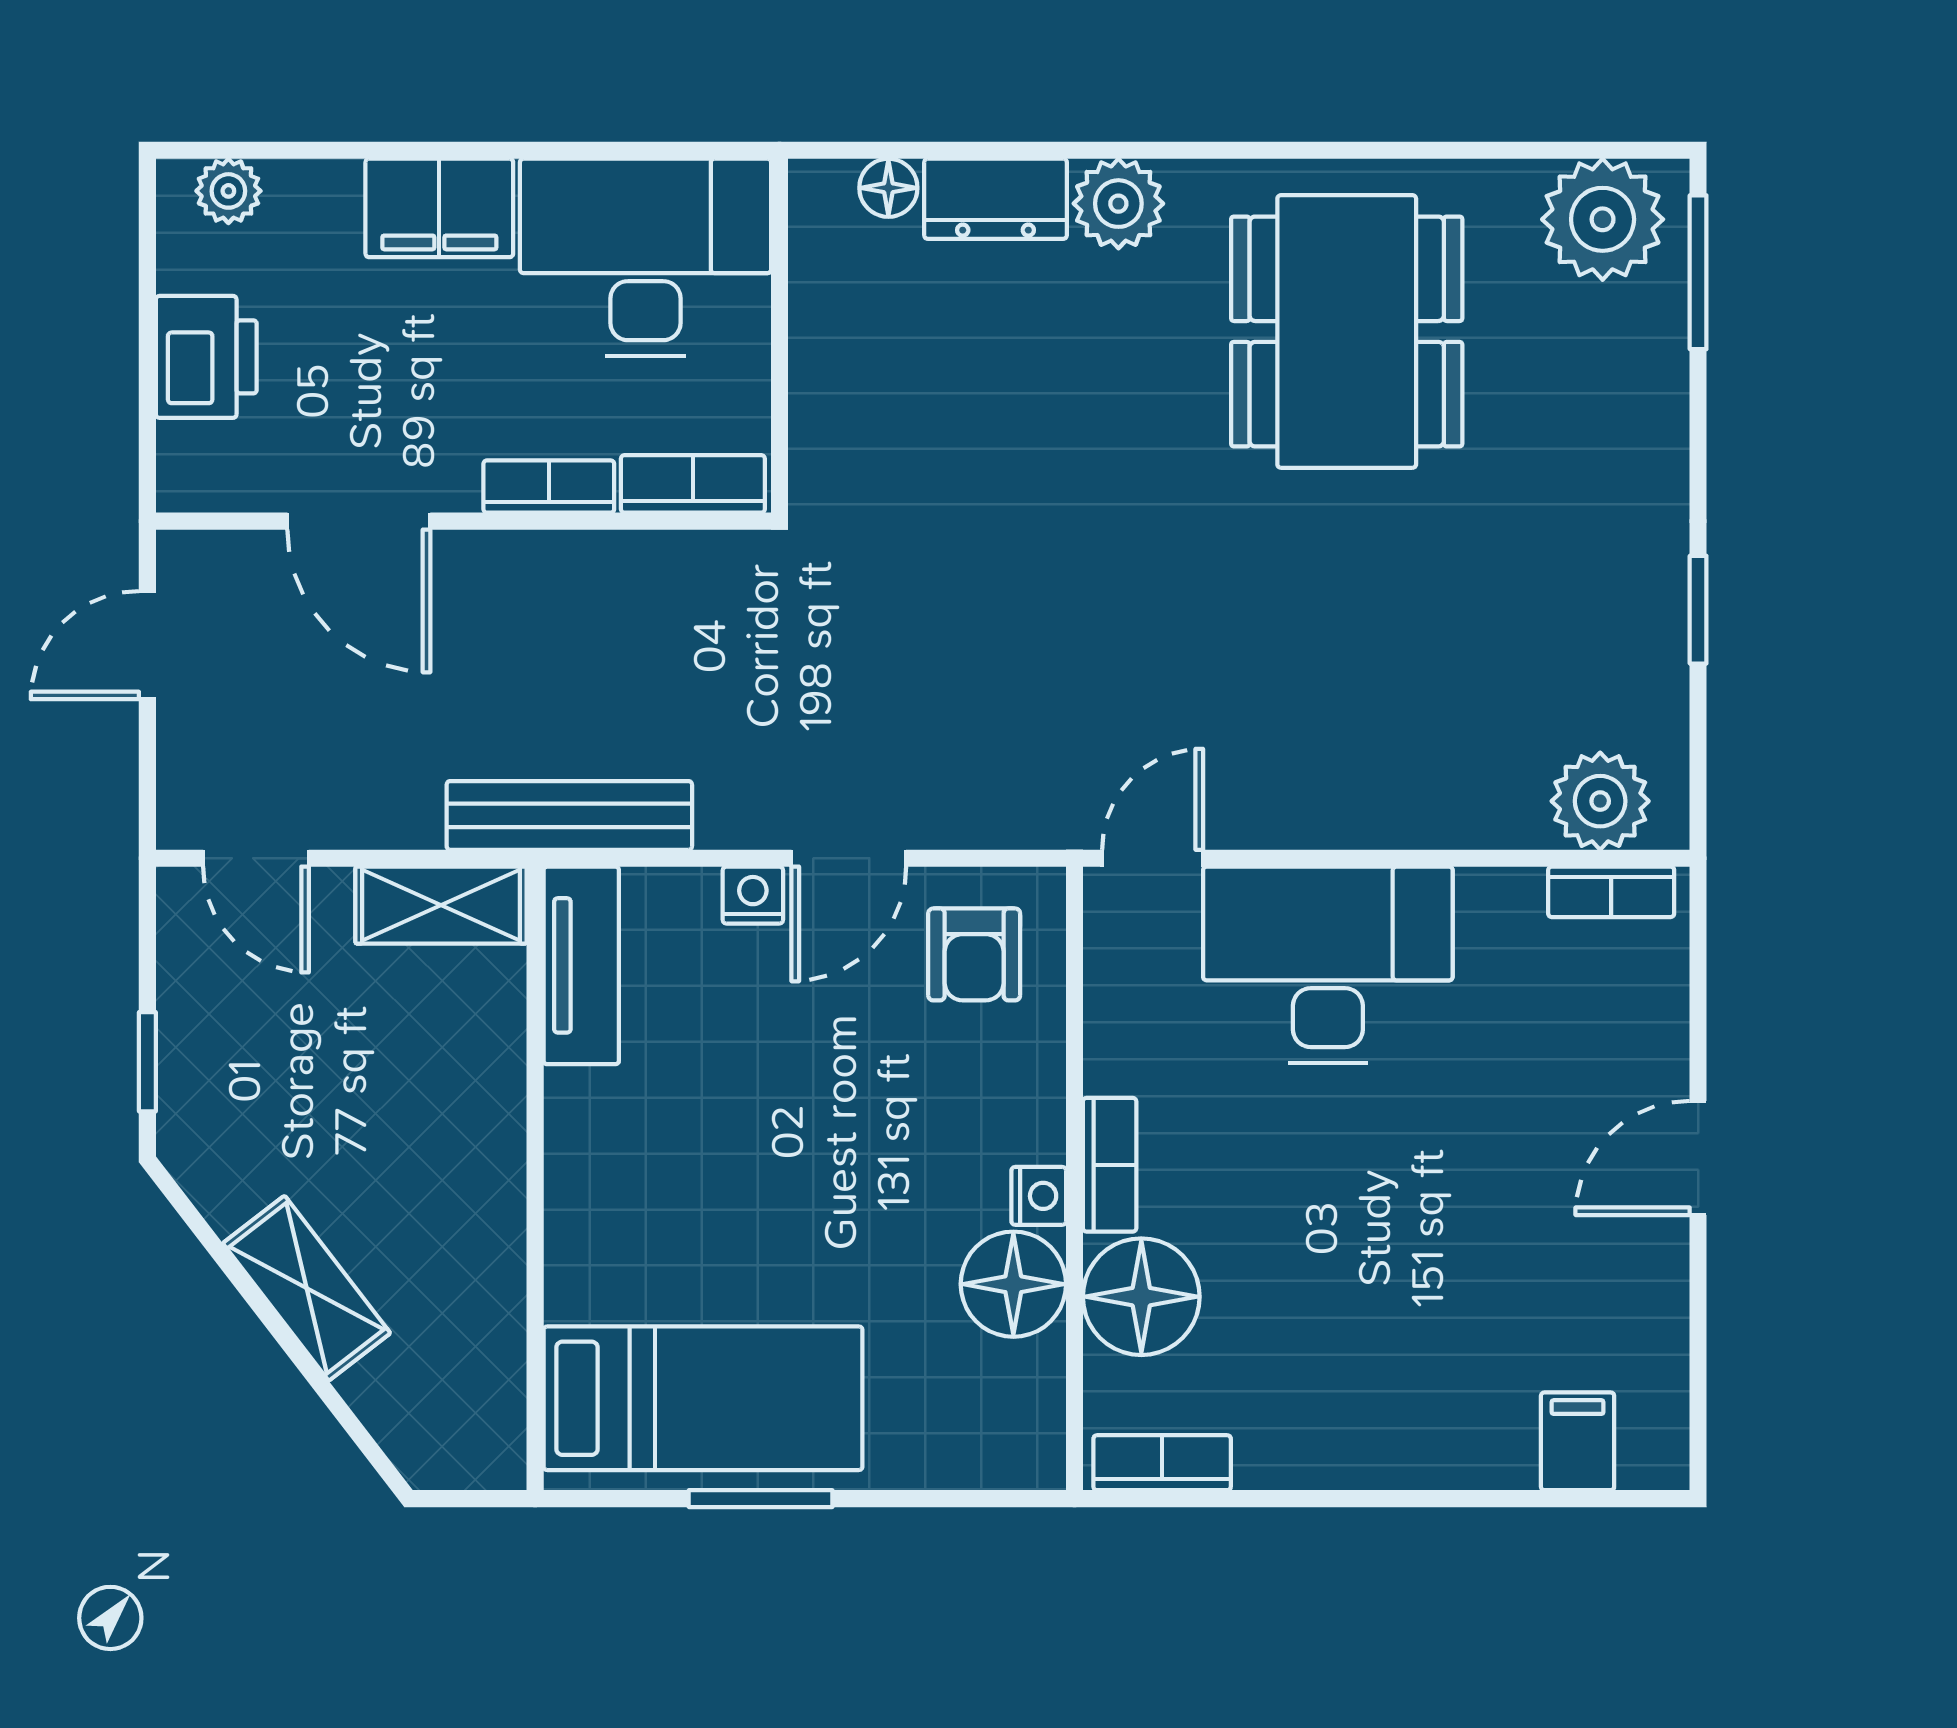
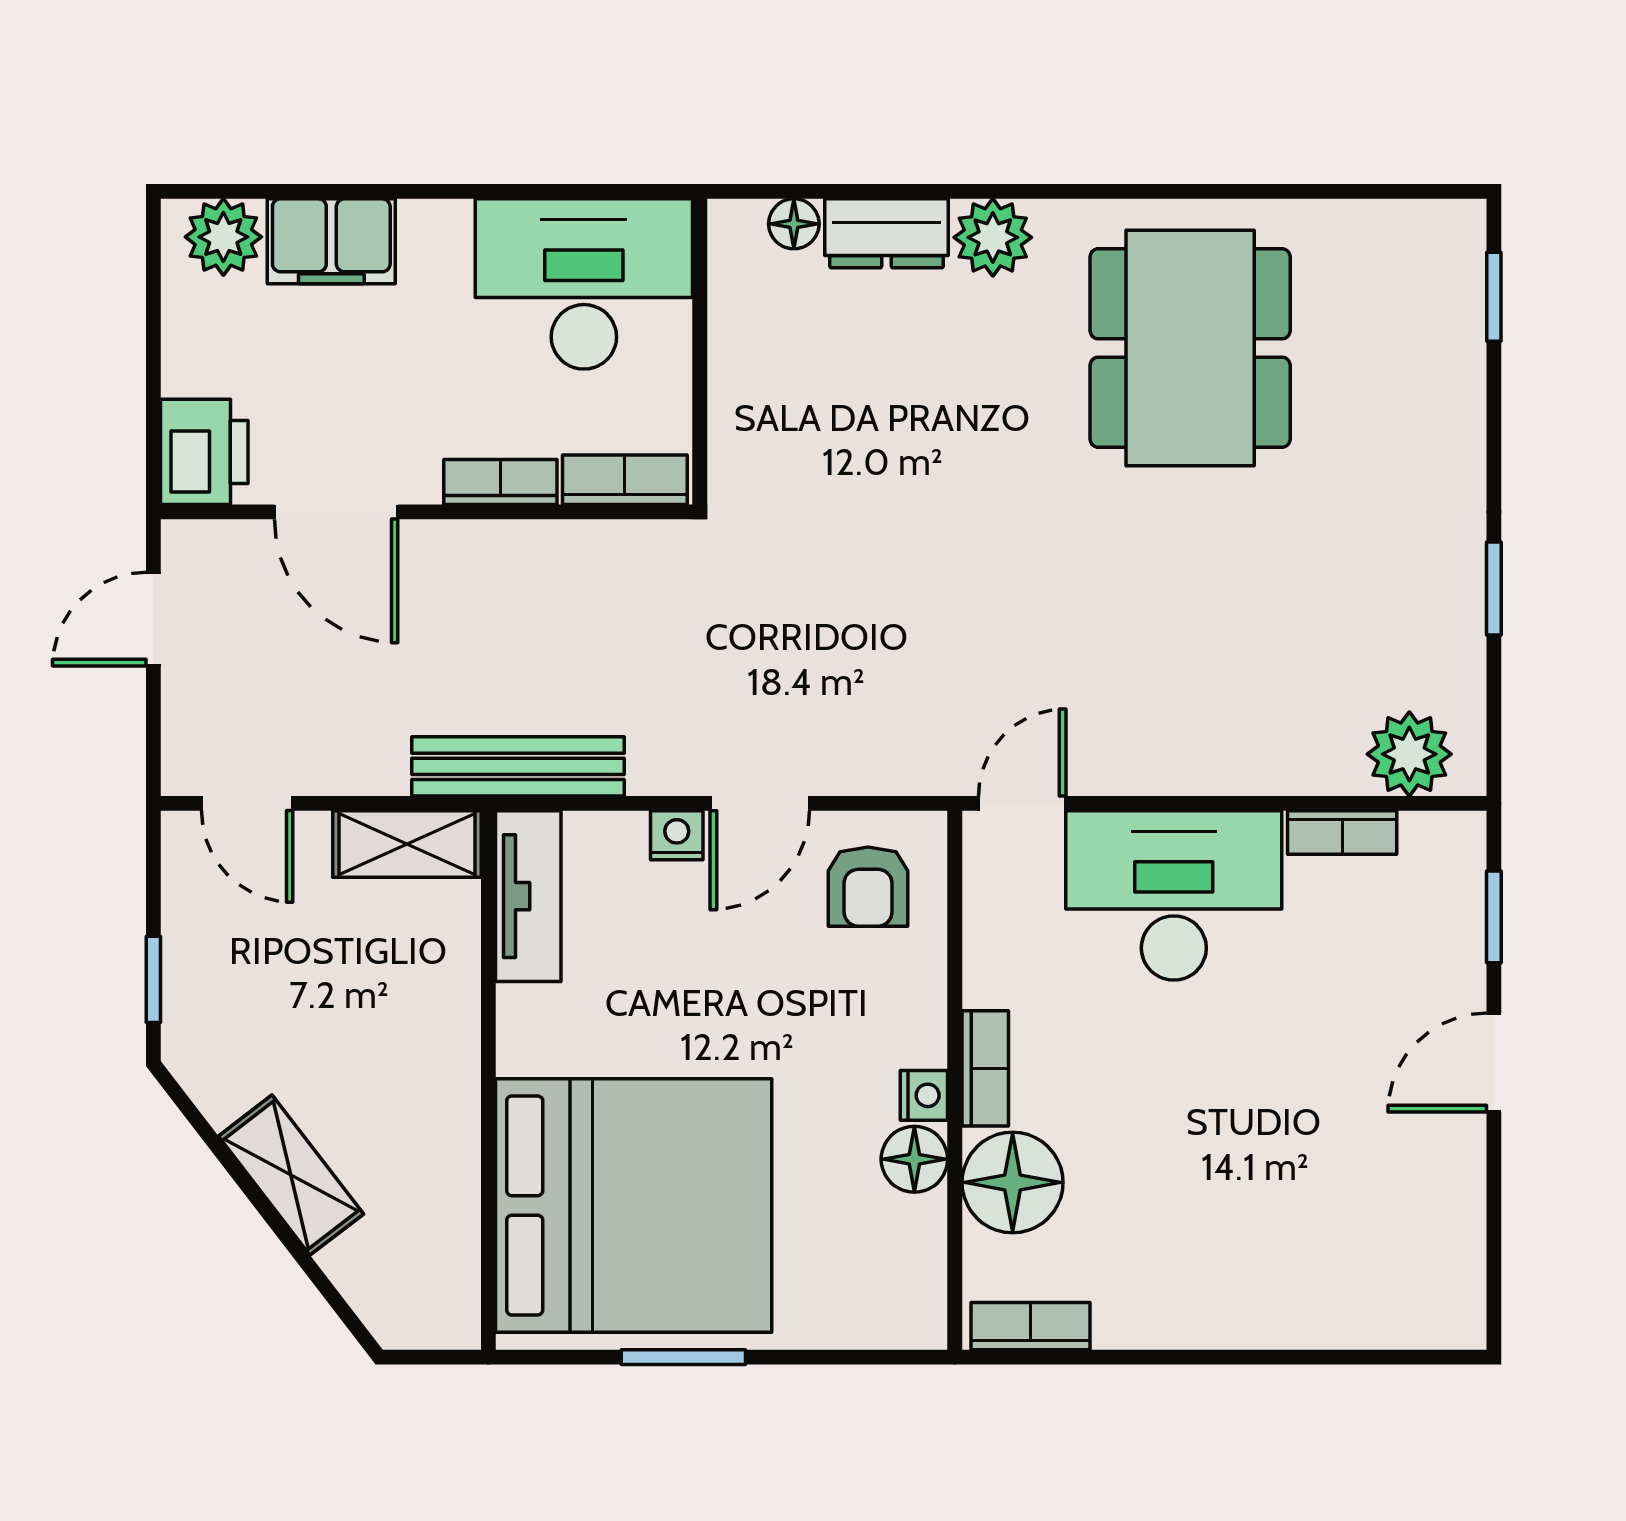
plant: (228, 191) -> (223, 237), width x1.38, depth x1.38
filing cabinet: (439, 208) -> (331, 241), moved
plant: (1603, 219) -> (1411, 251), removed
window: (1698, 272) -> (1494, 297), width x0.67
printer: (206, 357) -> (204, 452), moved
bookcase: (1611, 892) -> (1342, 832), moved
window: (1698, 990) -> (1494, 917), added
floor lamp: (1013, 1284) -> (914, 1159), width x0.73, depth x0.73
bed: (703, 1398) -> (634, 1205), width x2.04
filing cabinet: (1578, 1441) -> (1390, 1308), removed

